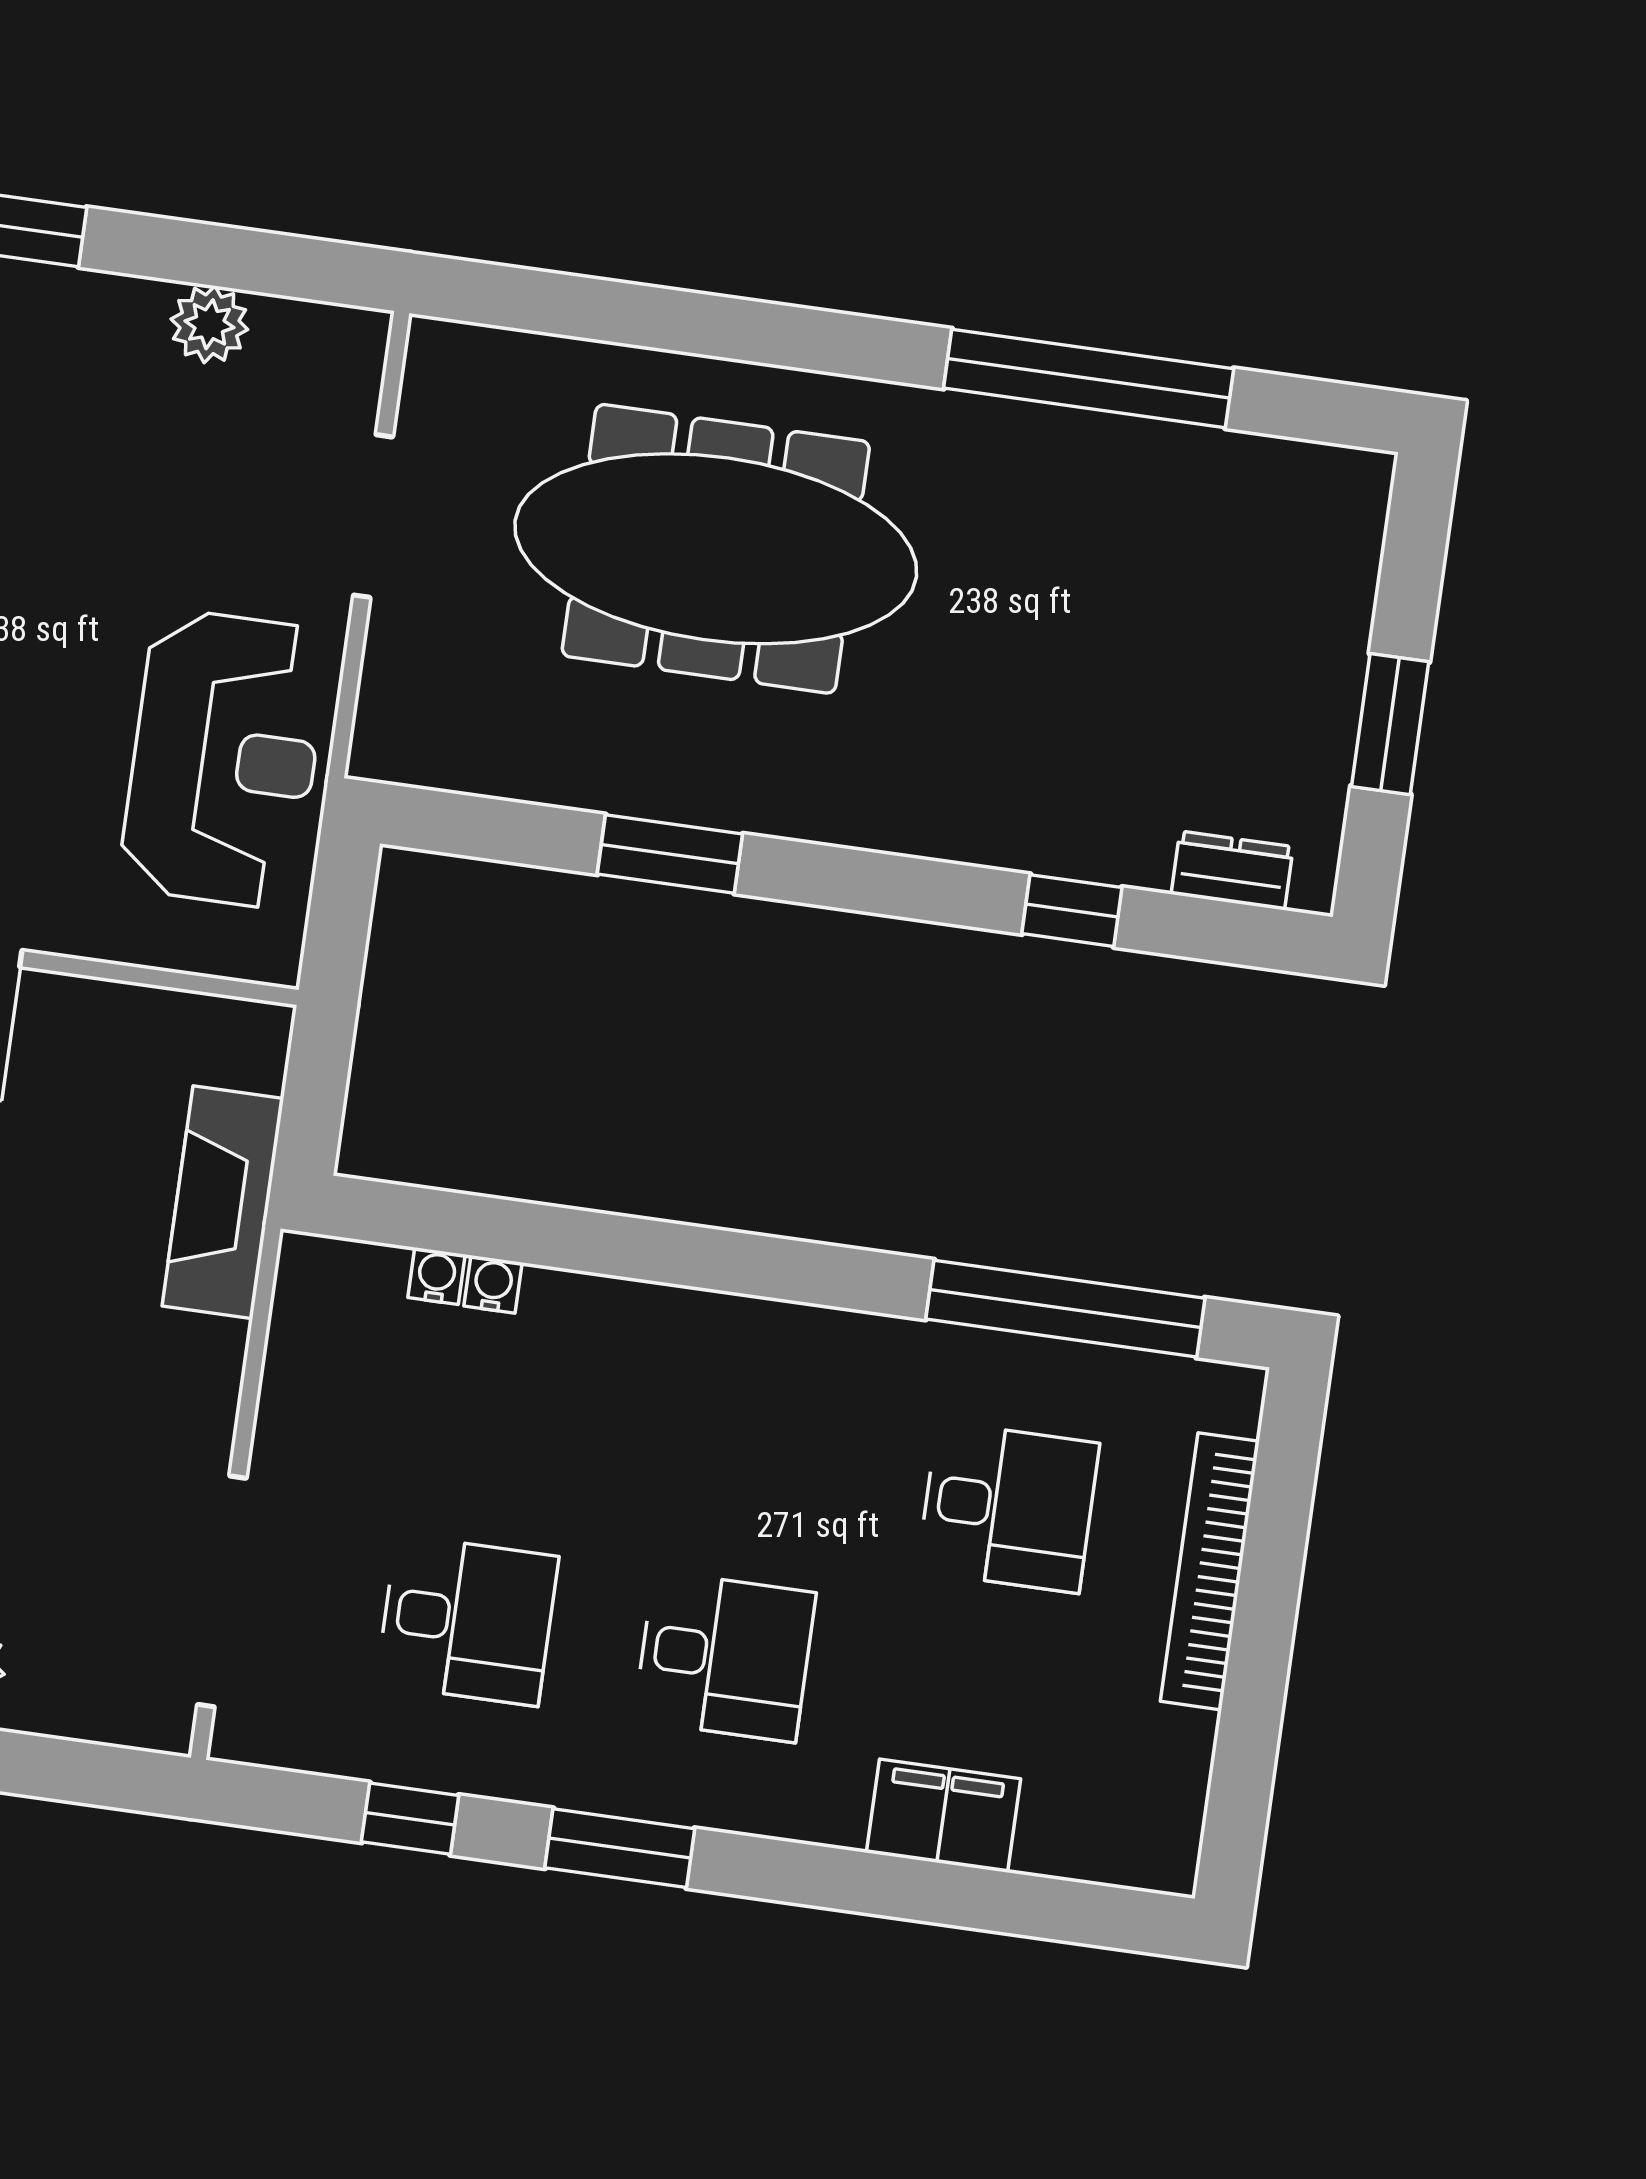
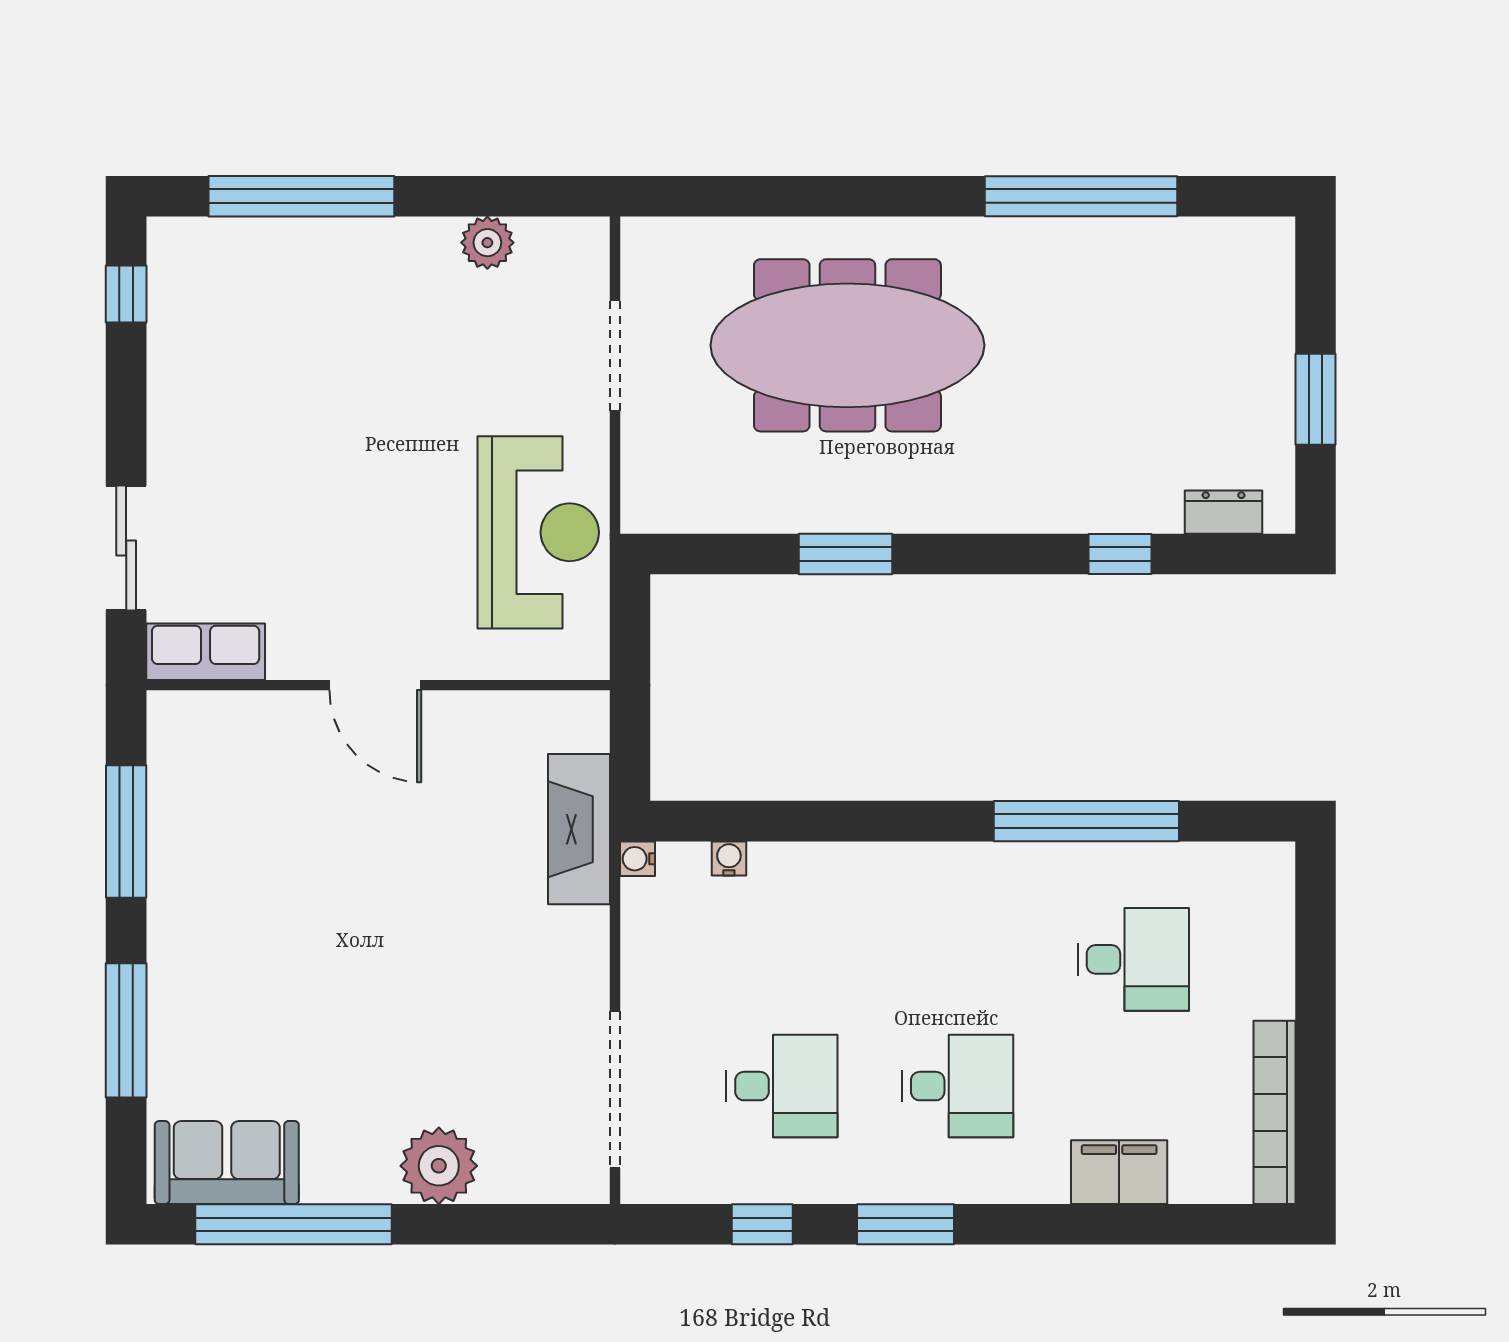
water cooler: (493, 1284) -> (637, 859), moved, turned -90
window: (1065, 1309) -> (1086, 821), moved
bookcase: (1210, 1571) -> (1274, 1112), moved

